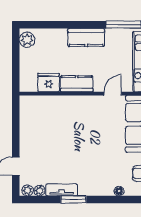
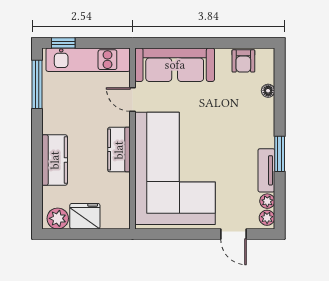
kitchen counter: (86, 37) -> (55, 160), moved
fridge: (49, 83) -> (85, 216), moved, turned 90
corner sofa: (63, 124) -> (175, 168), added

